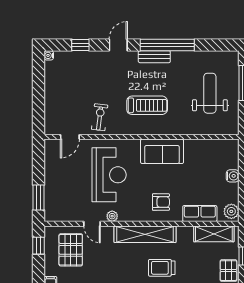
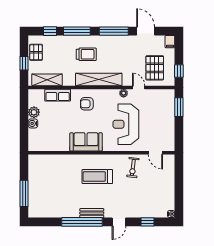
weight bench: (210, 93) -> (50, 186), removed
door: (70, 137) -> (155, 153), swing flipped
plant: (231, 211) -> (34, 112), moved

